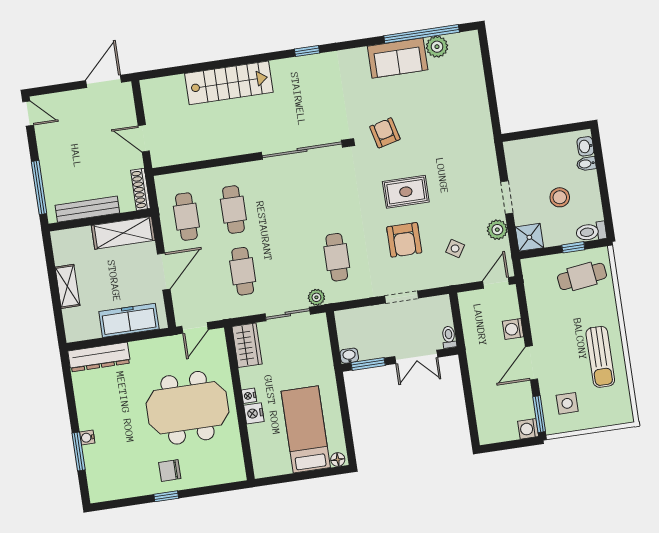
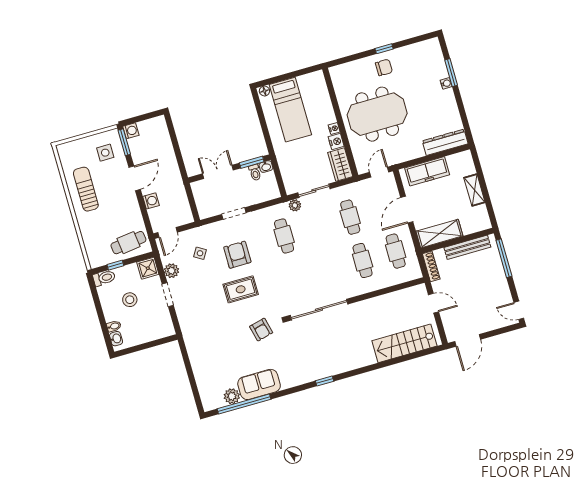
stairs: (229, 83) -> (404, 343), moved
cafe table: (582, 276) -> (128, 243), moved
toilet: (449, 337) -> (255, 172), moved
nightstand: (254, 413) -> (336, 142), moved

